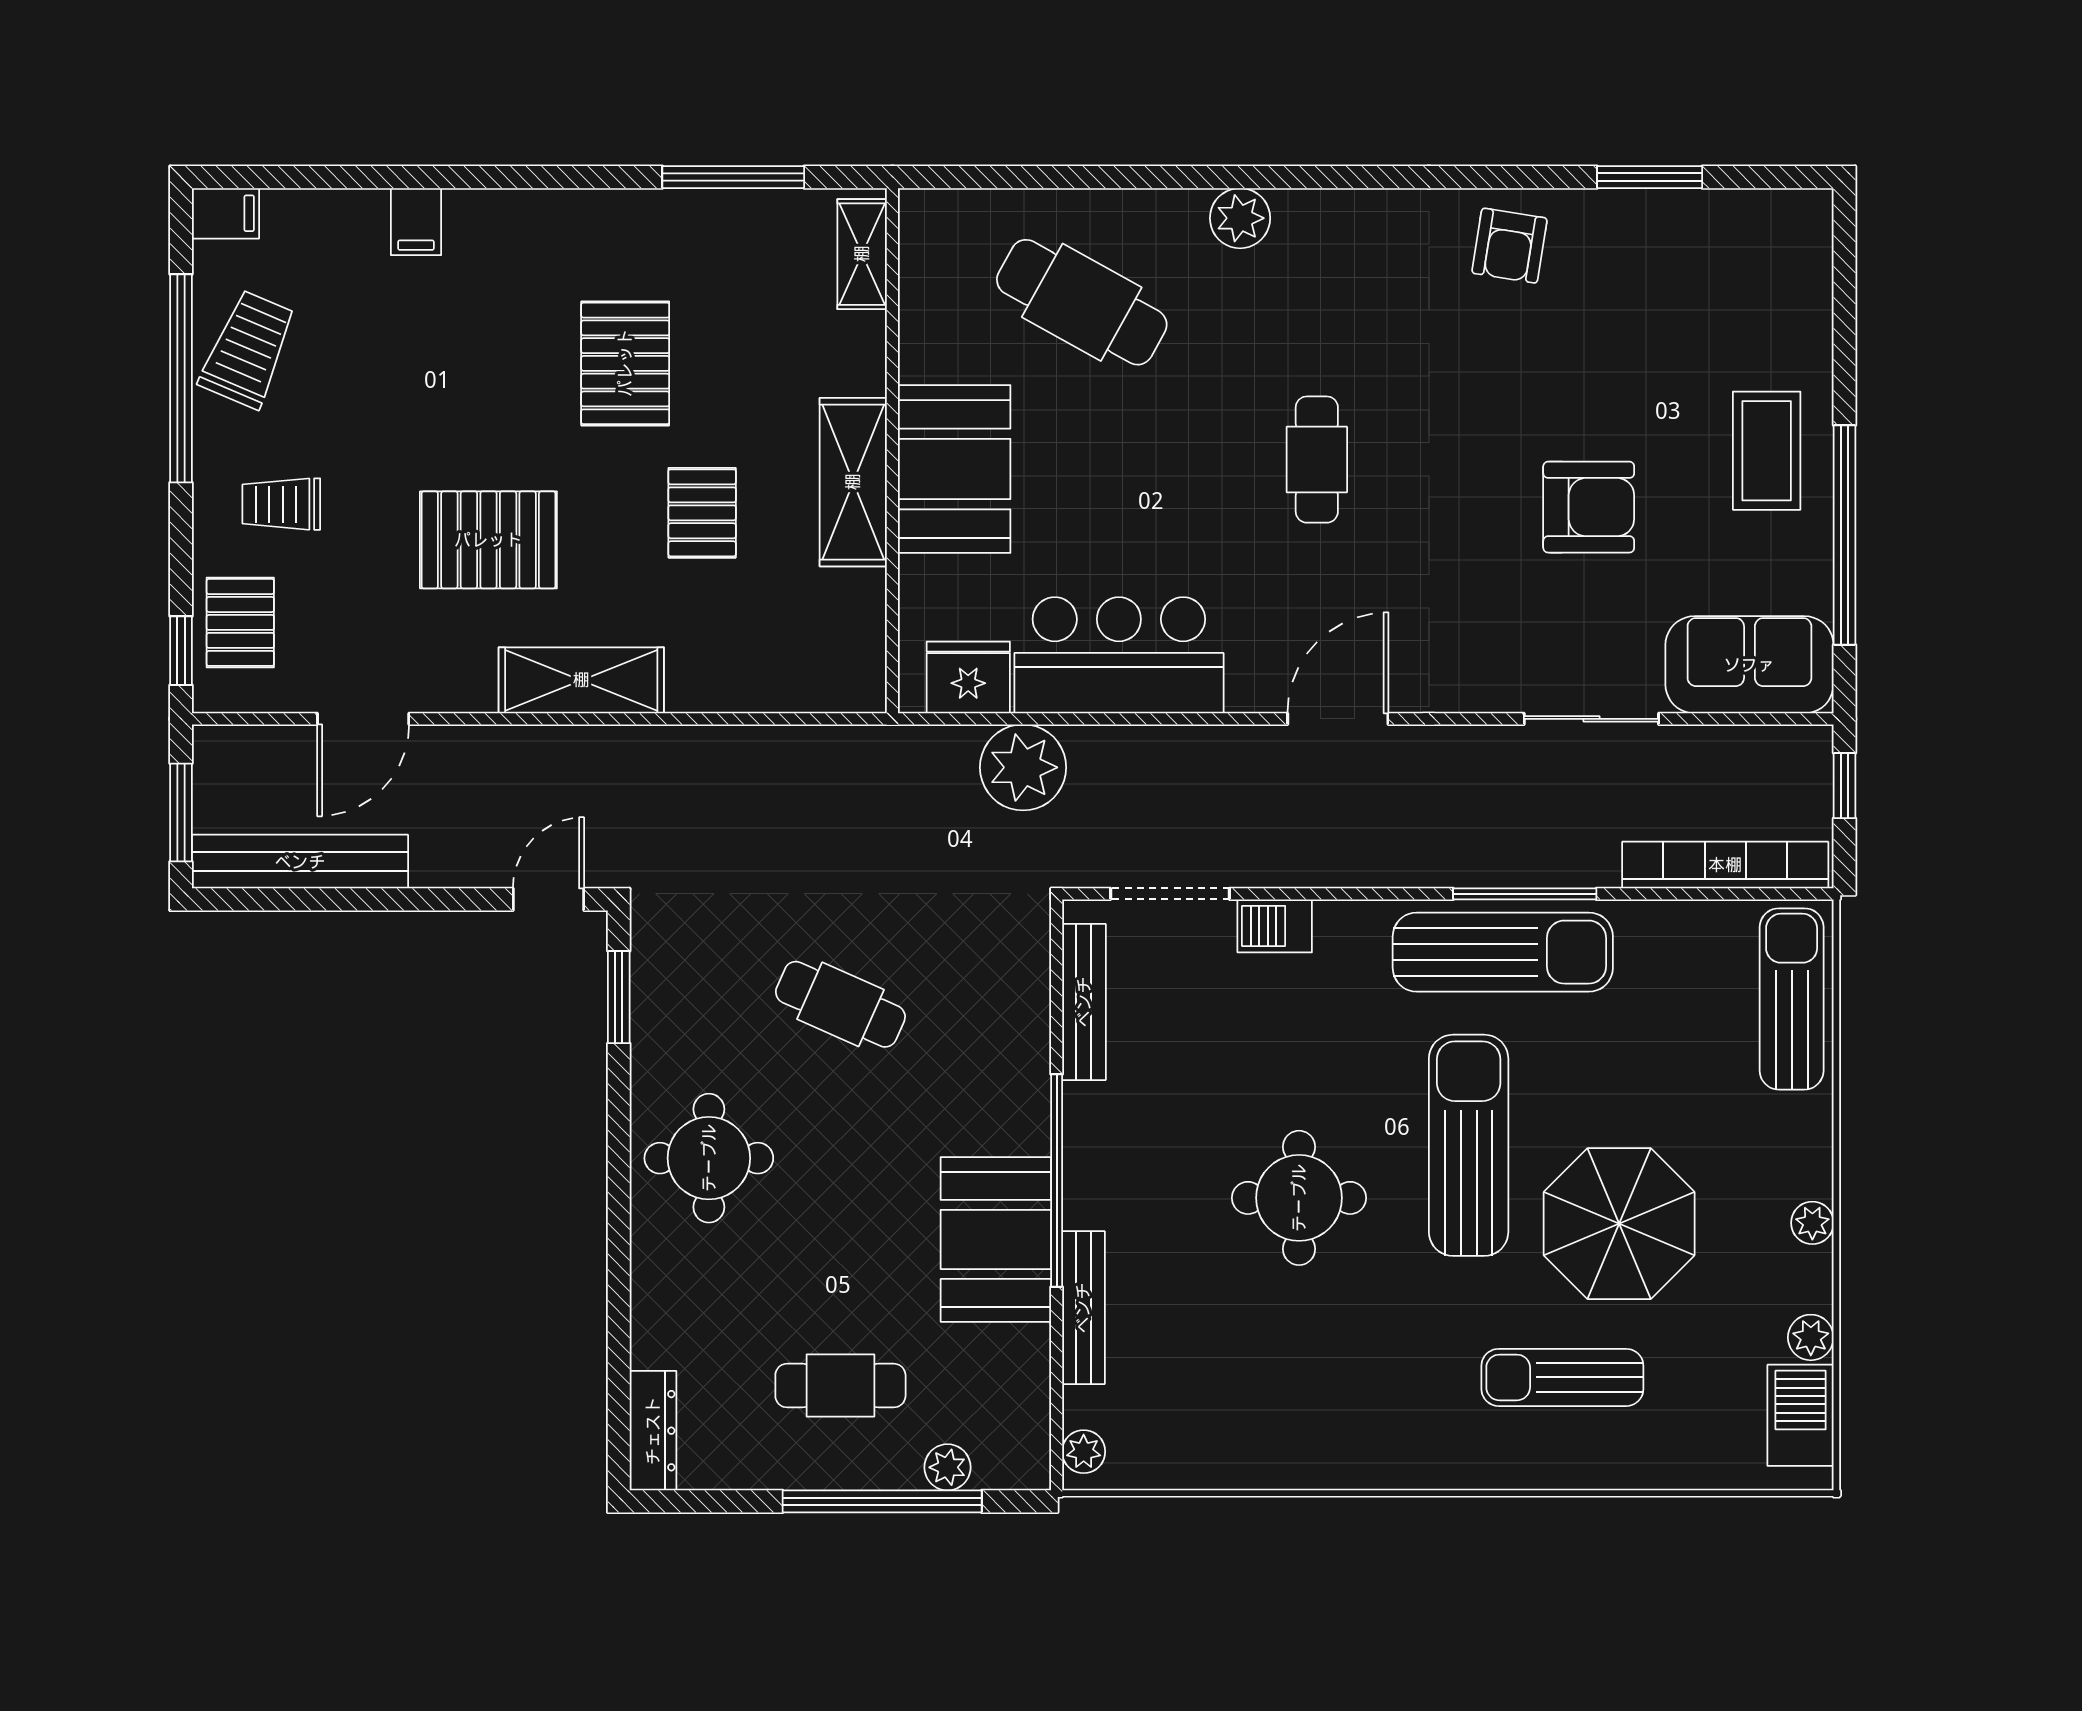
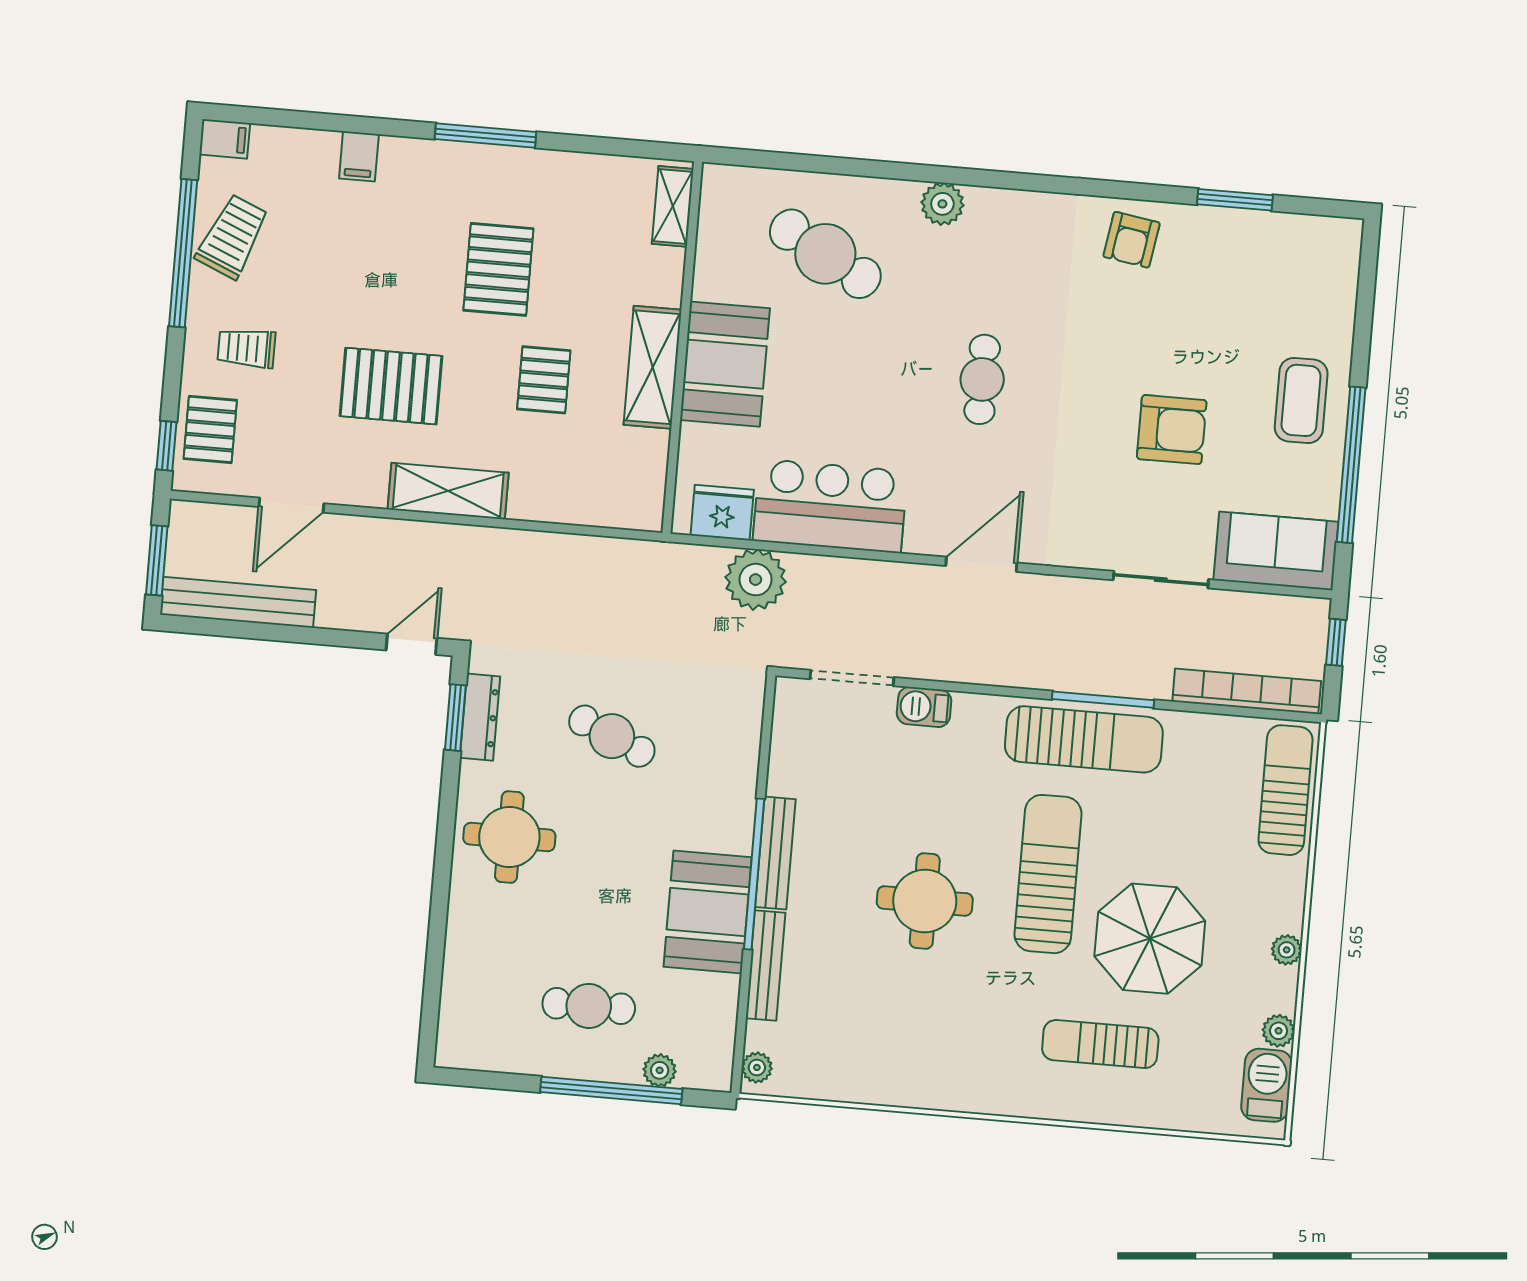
window: (733, 177) -> (486, 135), moved
bench: (1084, 1002) -> (775, 853), moved
dresser: (653, 1431) -> (480, 717), moved

